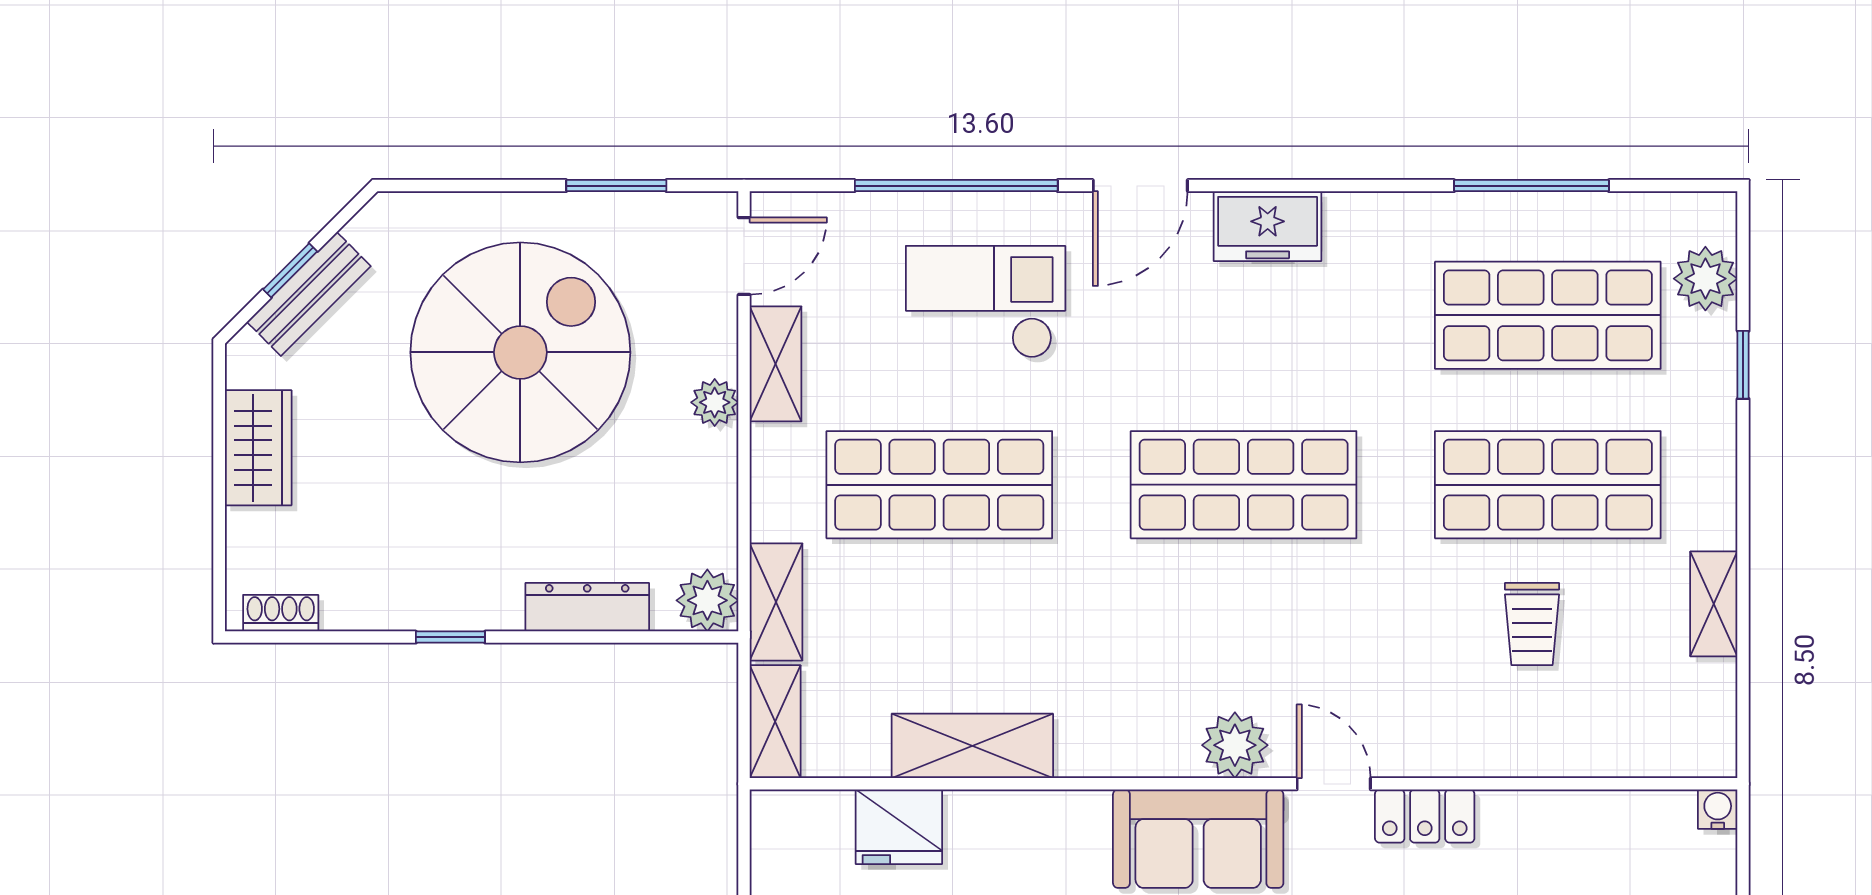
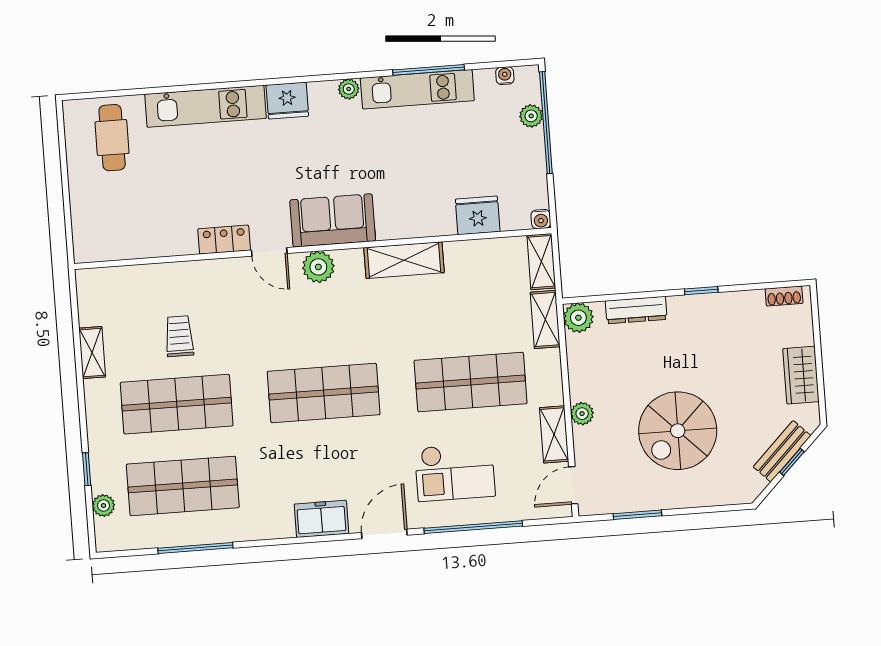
plant: (1705, 279) -> (103, 506), width x0.73, depth x0.73
spiral stairs: (520, 352) -> (678, 431), width x0.73, depth x0.73
shelving: (972, 746) -> (404, 260), moved
water cooler: (1718, 809) -> (541, 219), moved

